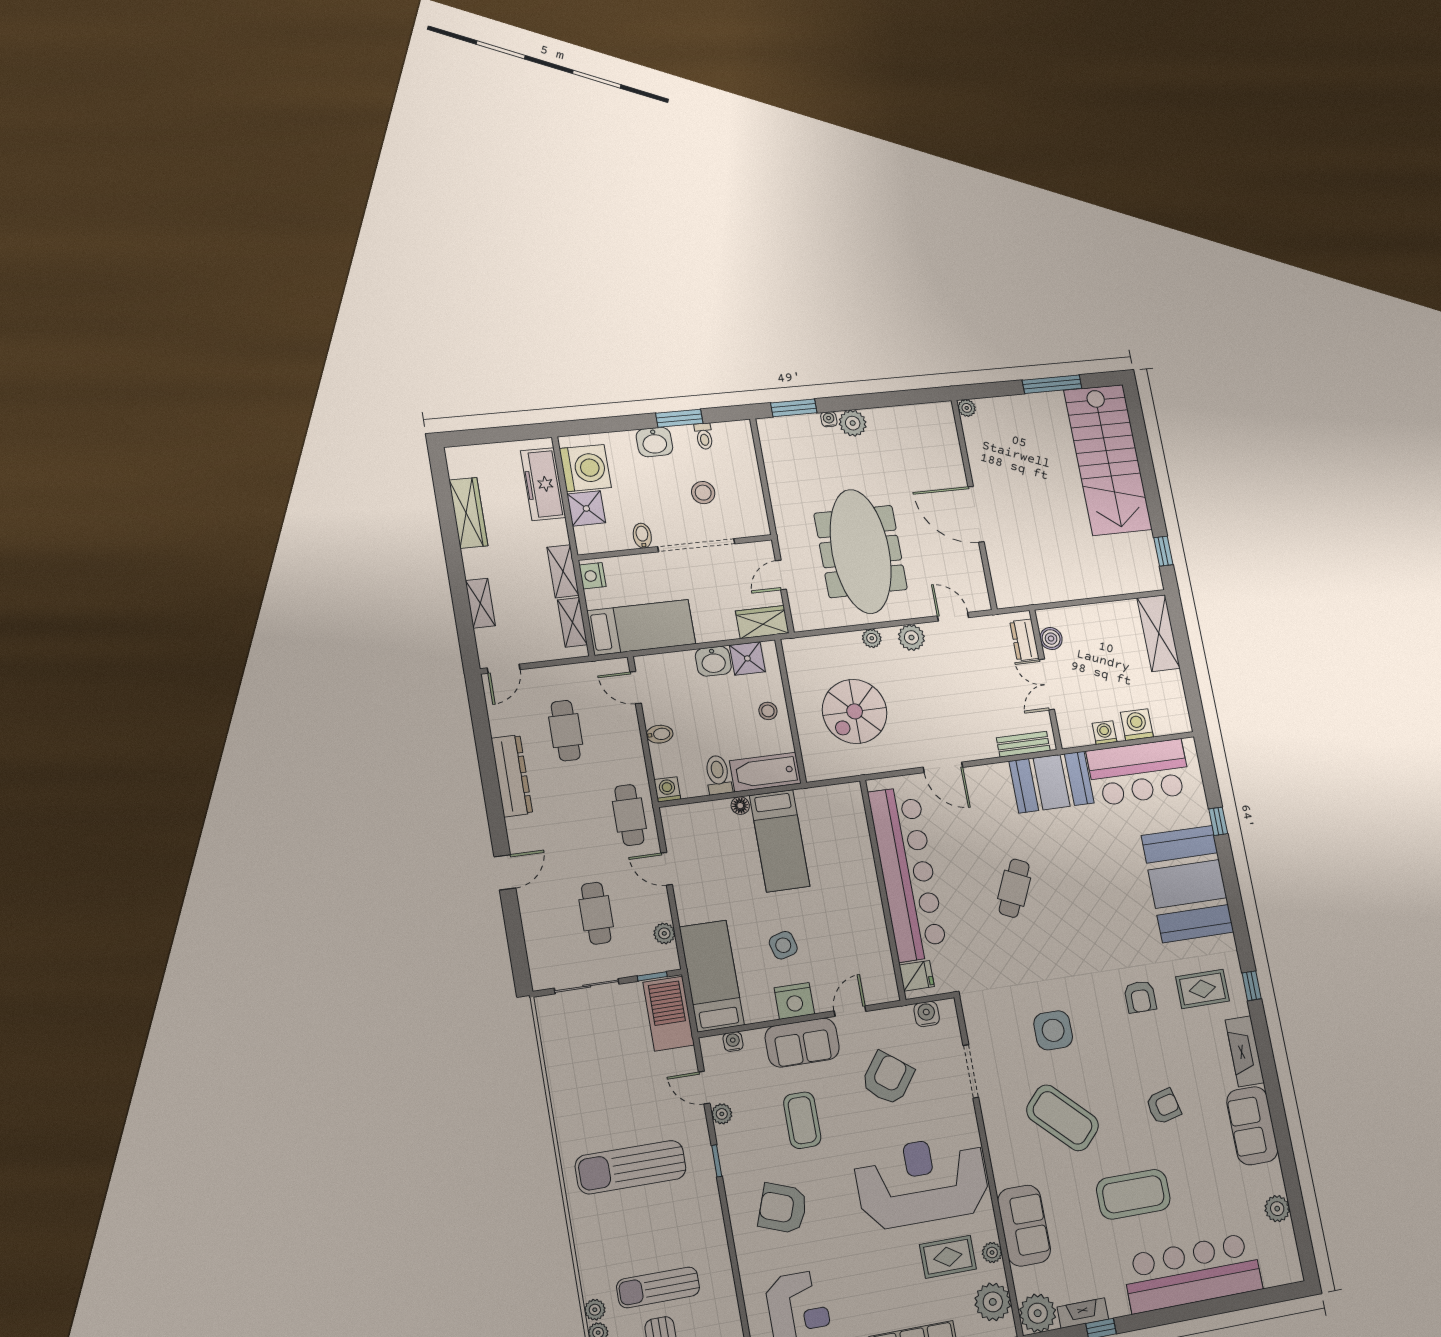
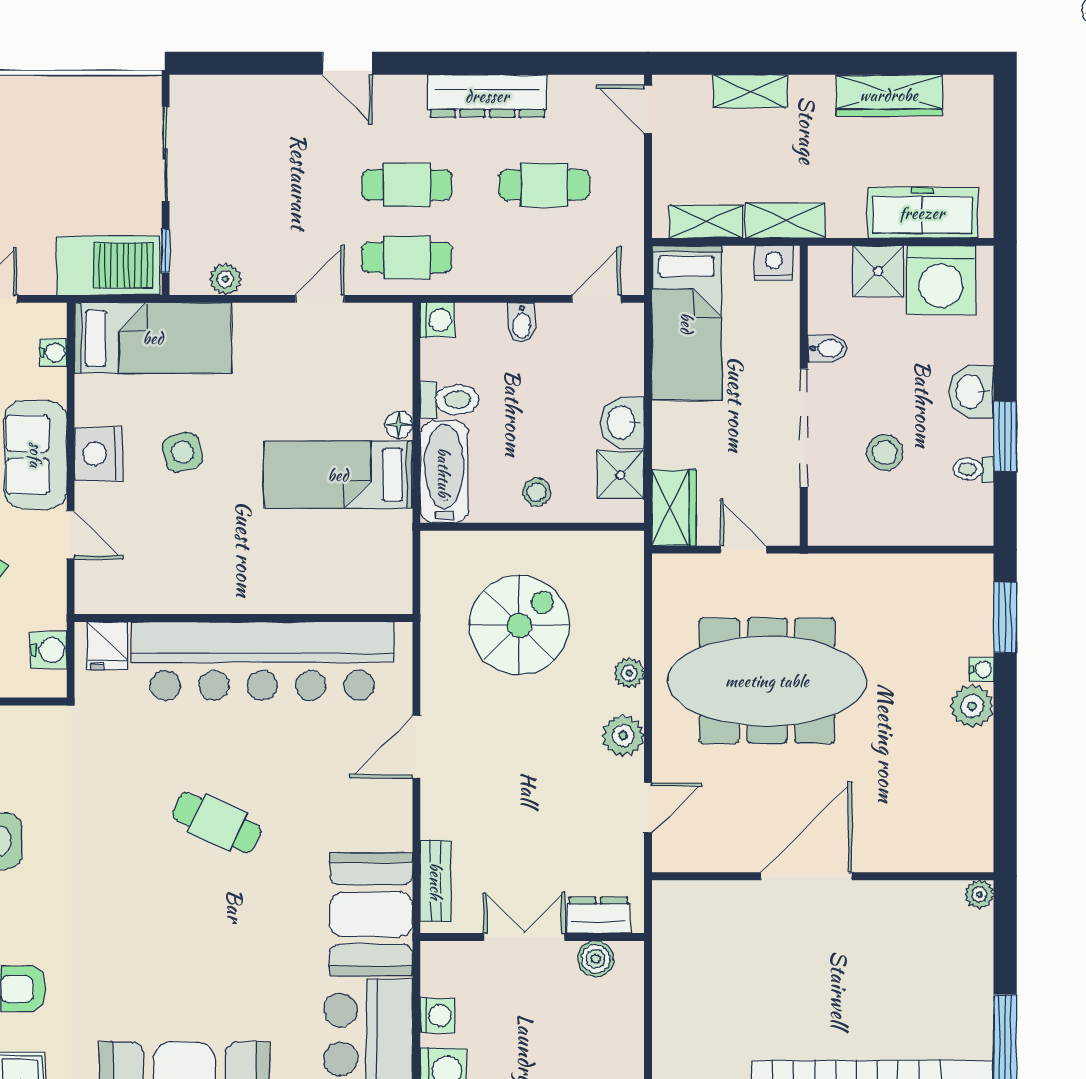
spiral stairs: (855, 711) -> (519, 625), turned 90
cafe table: (596, 913) -> (407, 185), moved

